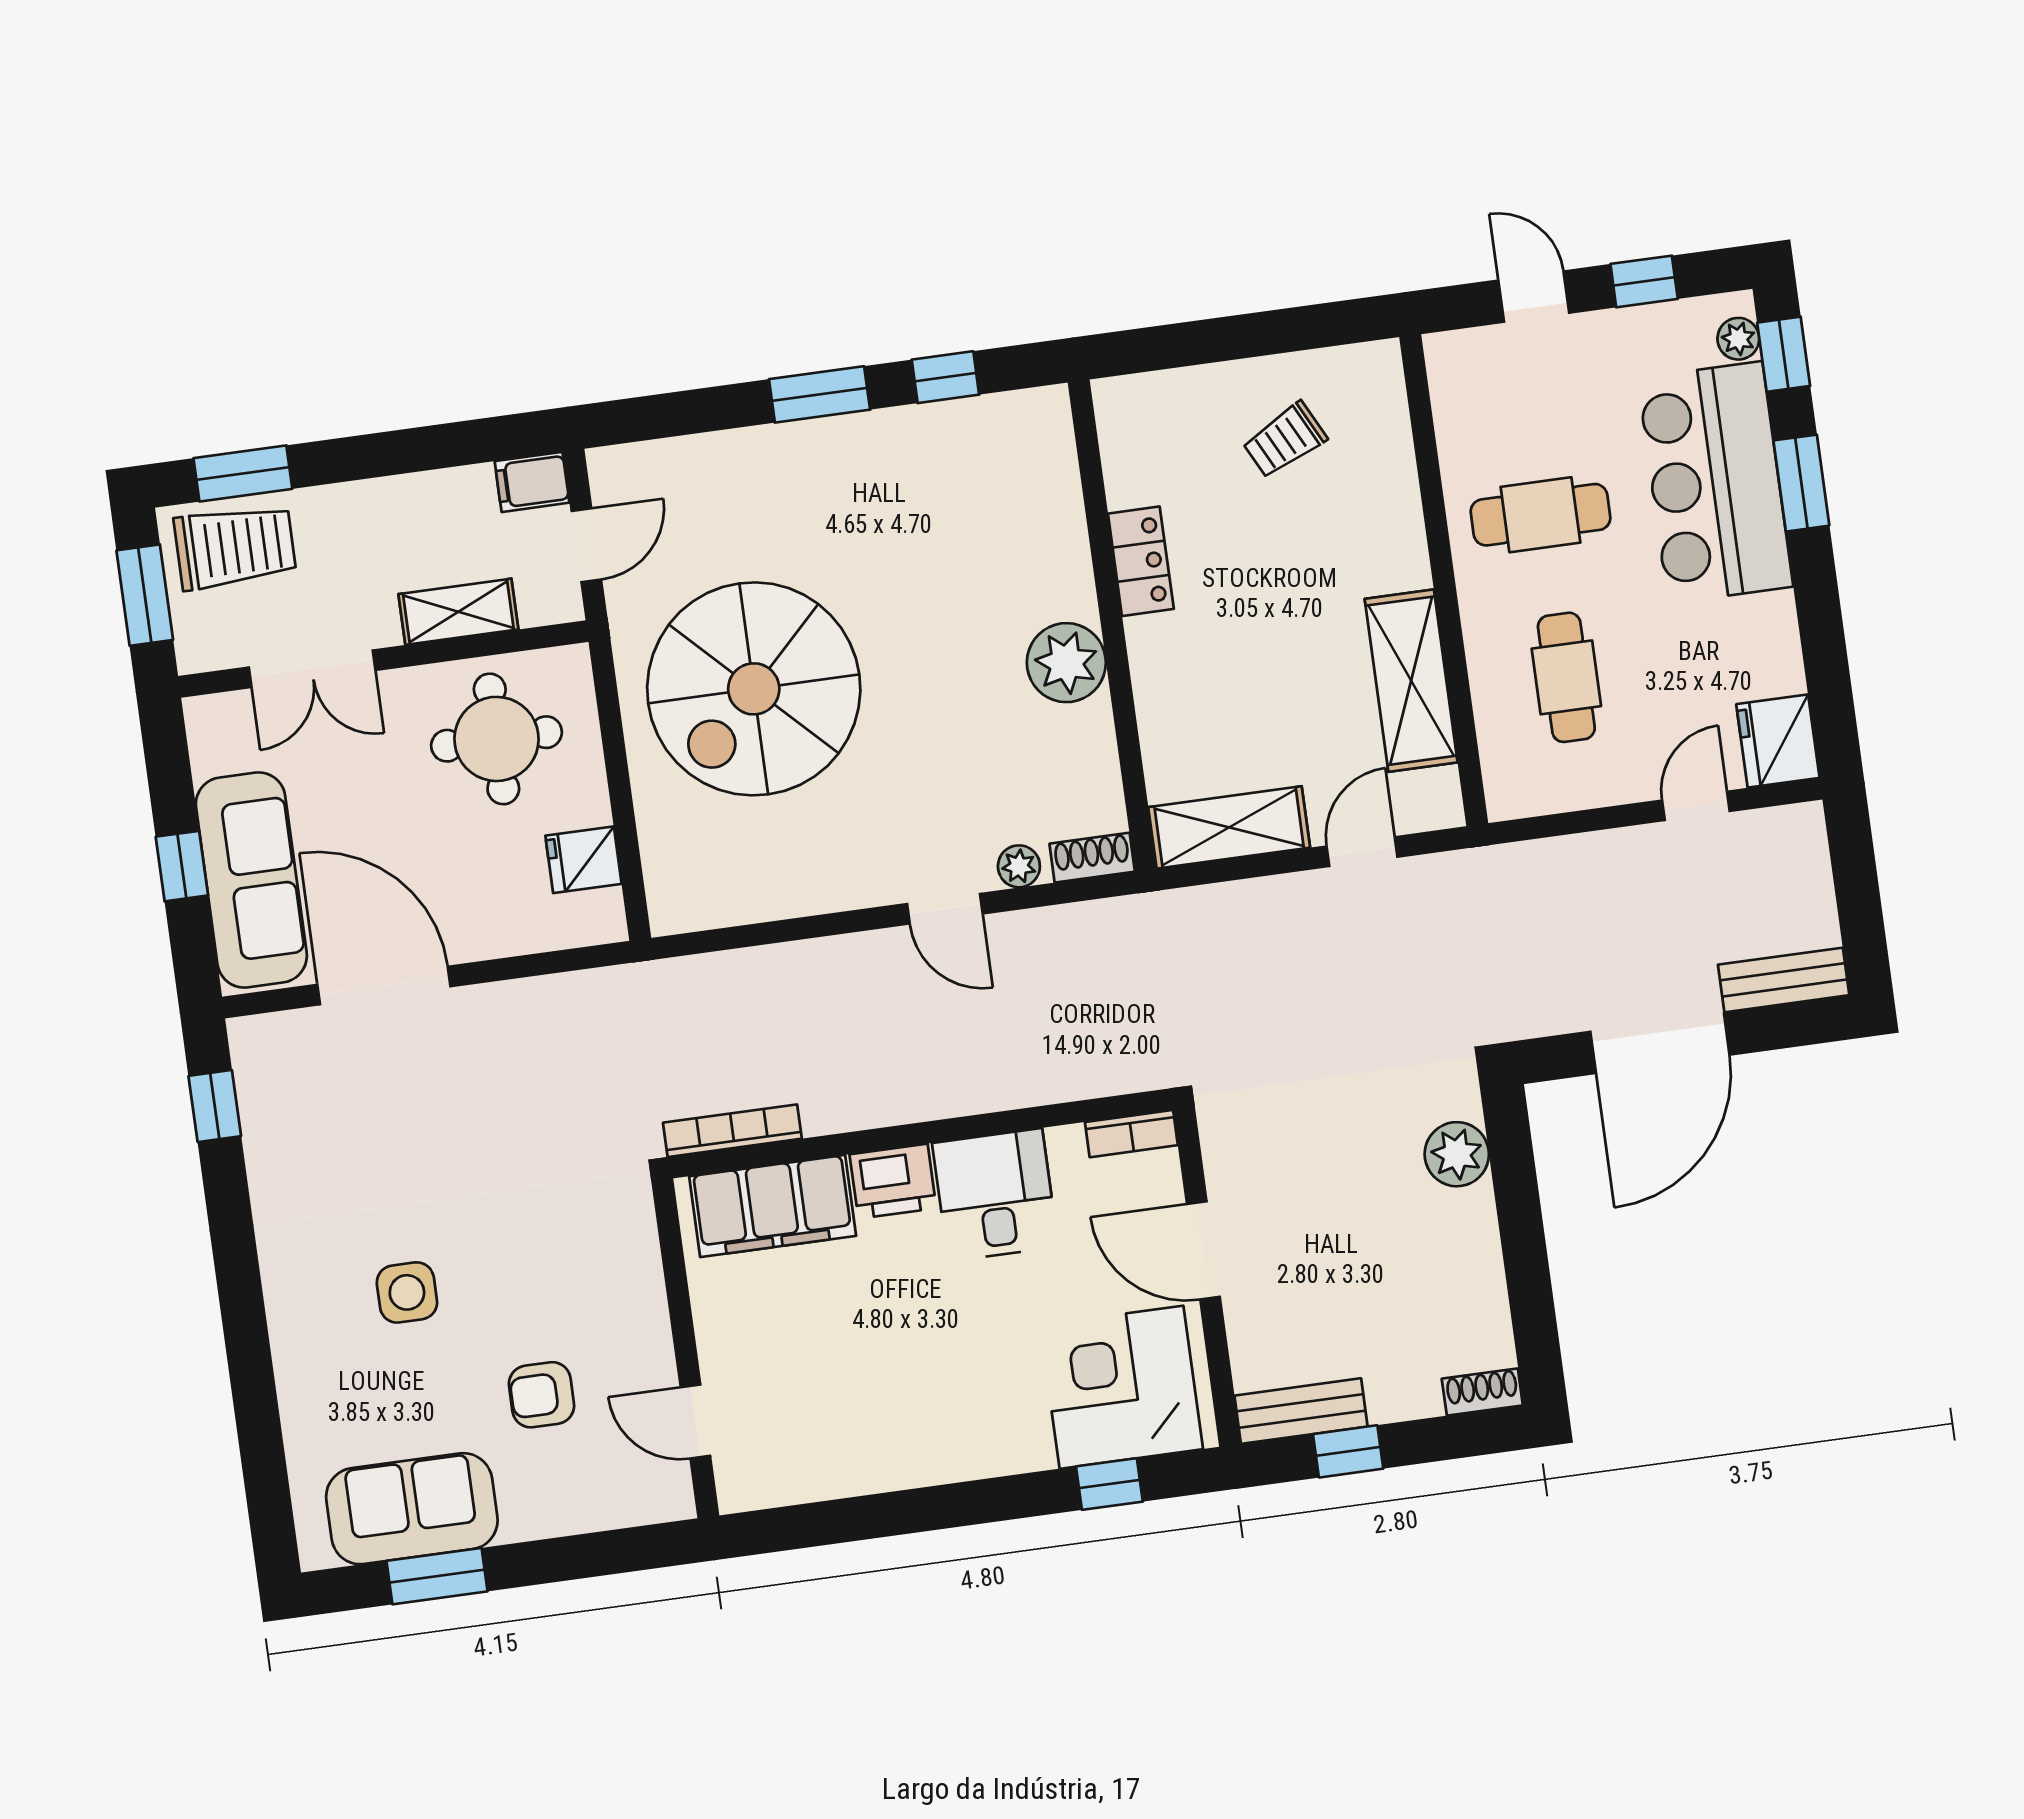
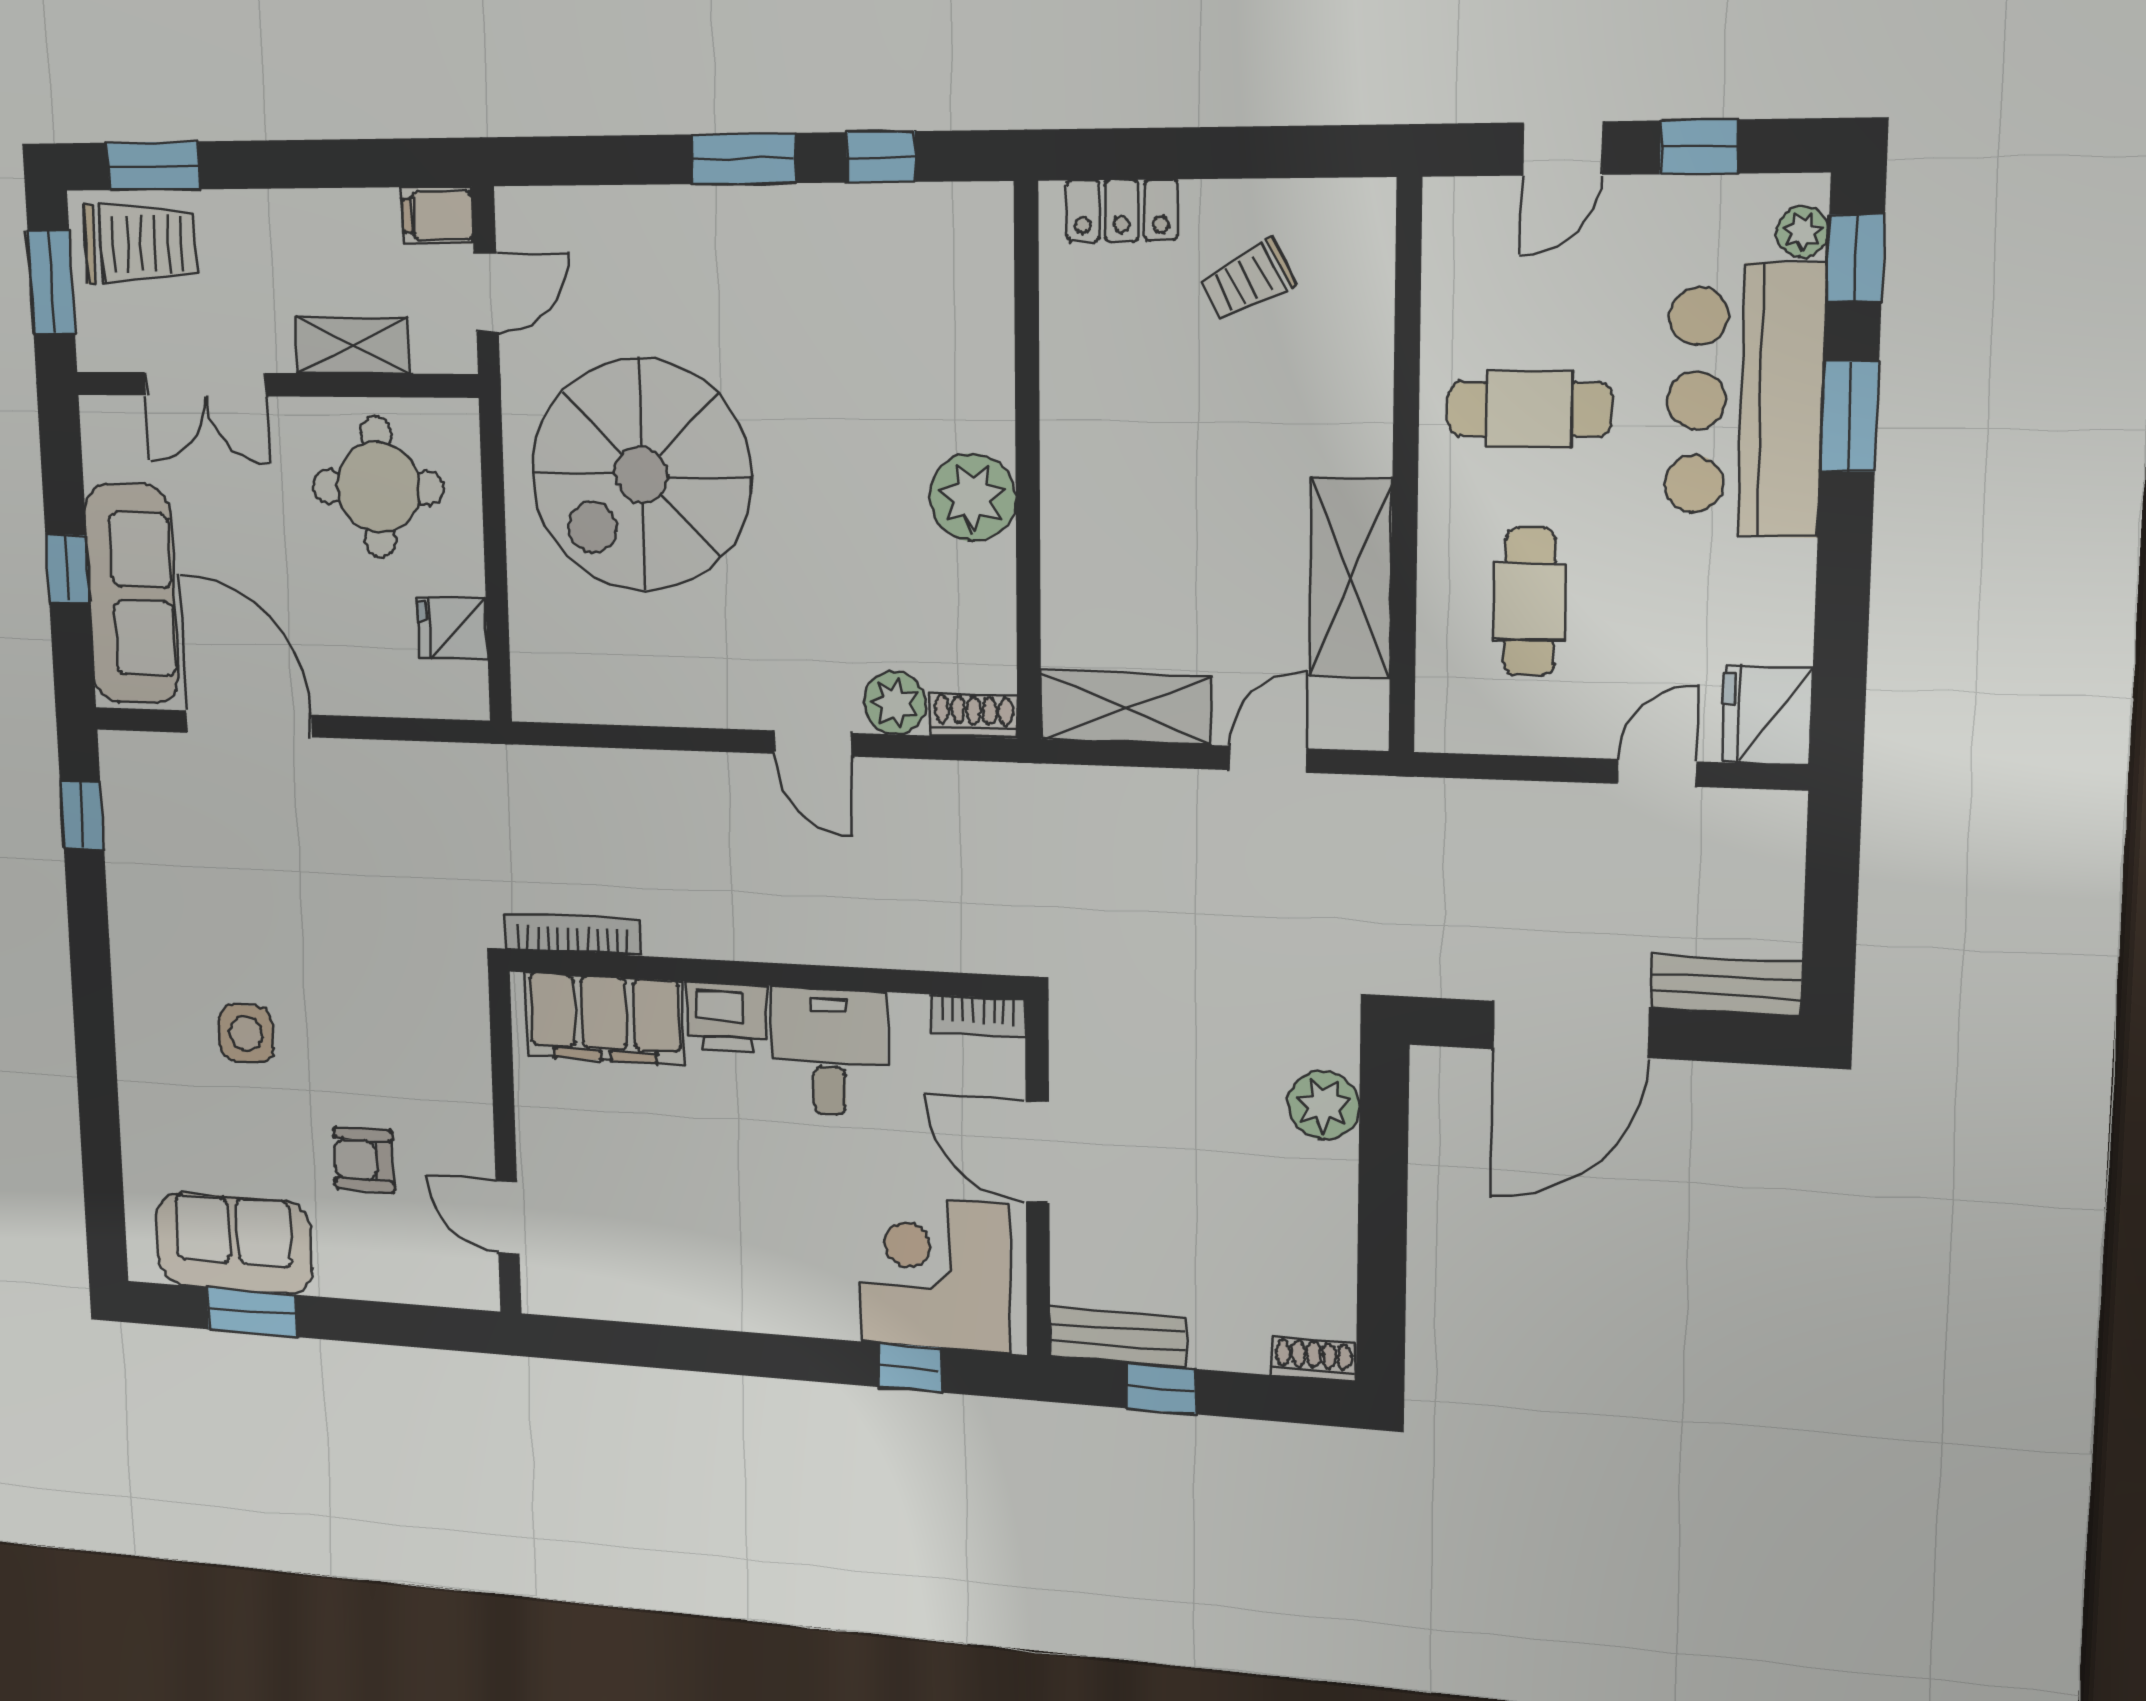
door: (1534, 297) -> (1563, 149), swing flipped
locker: (1141, 561) -> (1122, 210), moved, turned 90
plant: (1019, 866) -> (895, 703), width x1.38, depth x1.38

